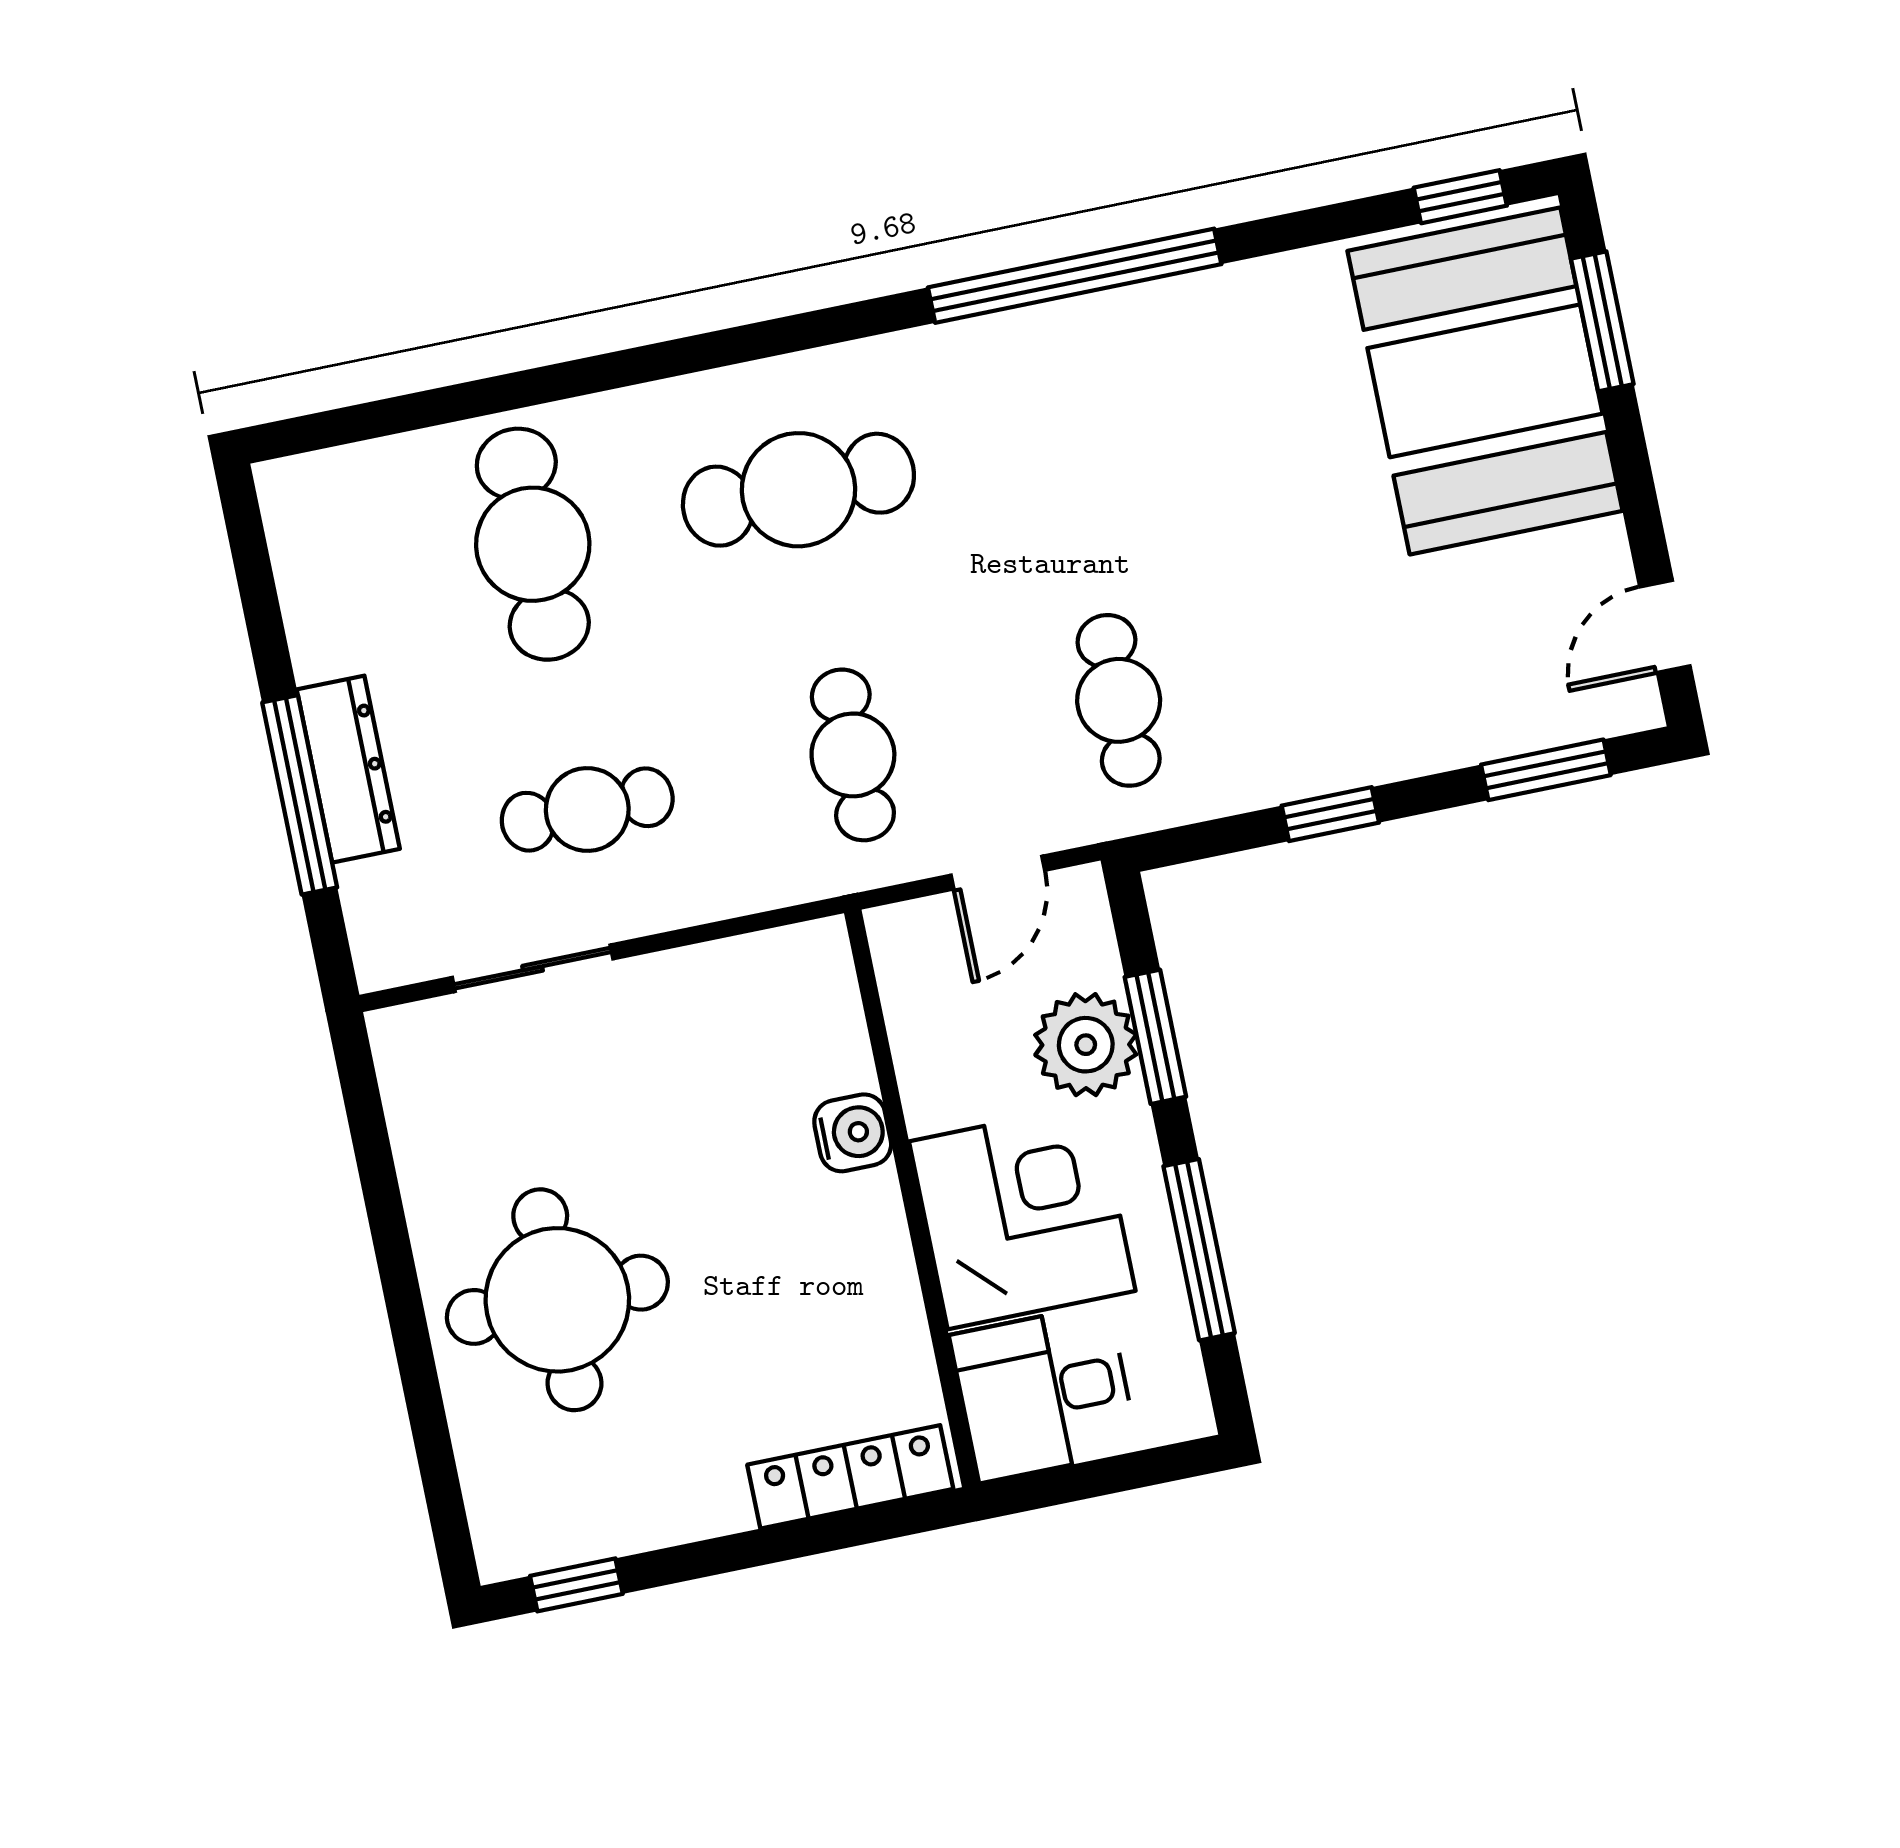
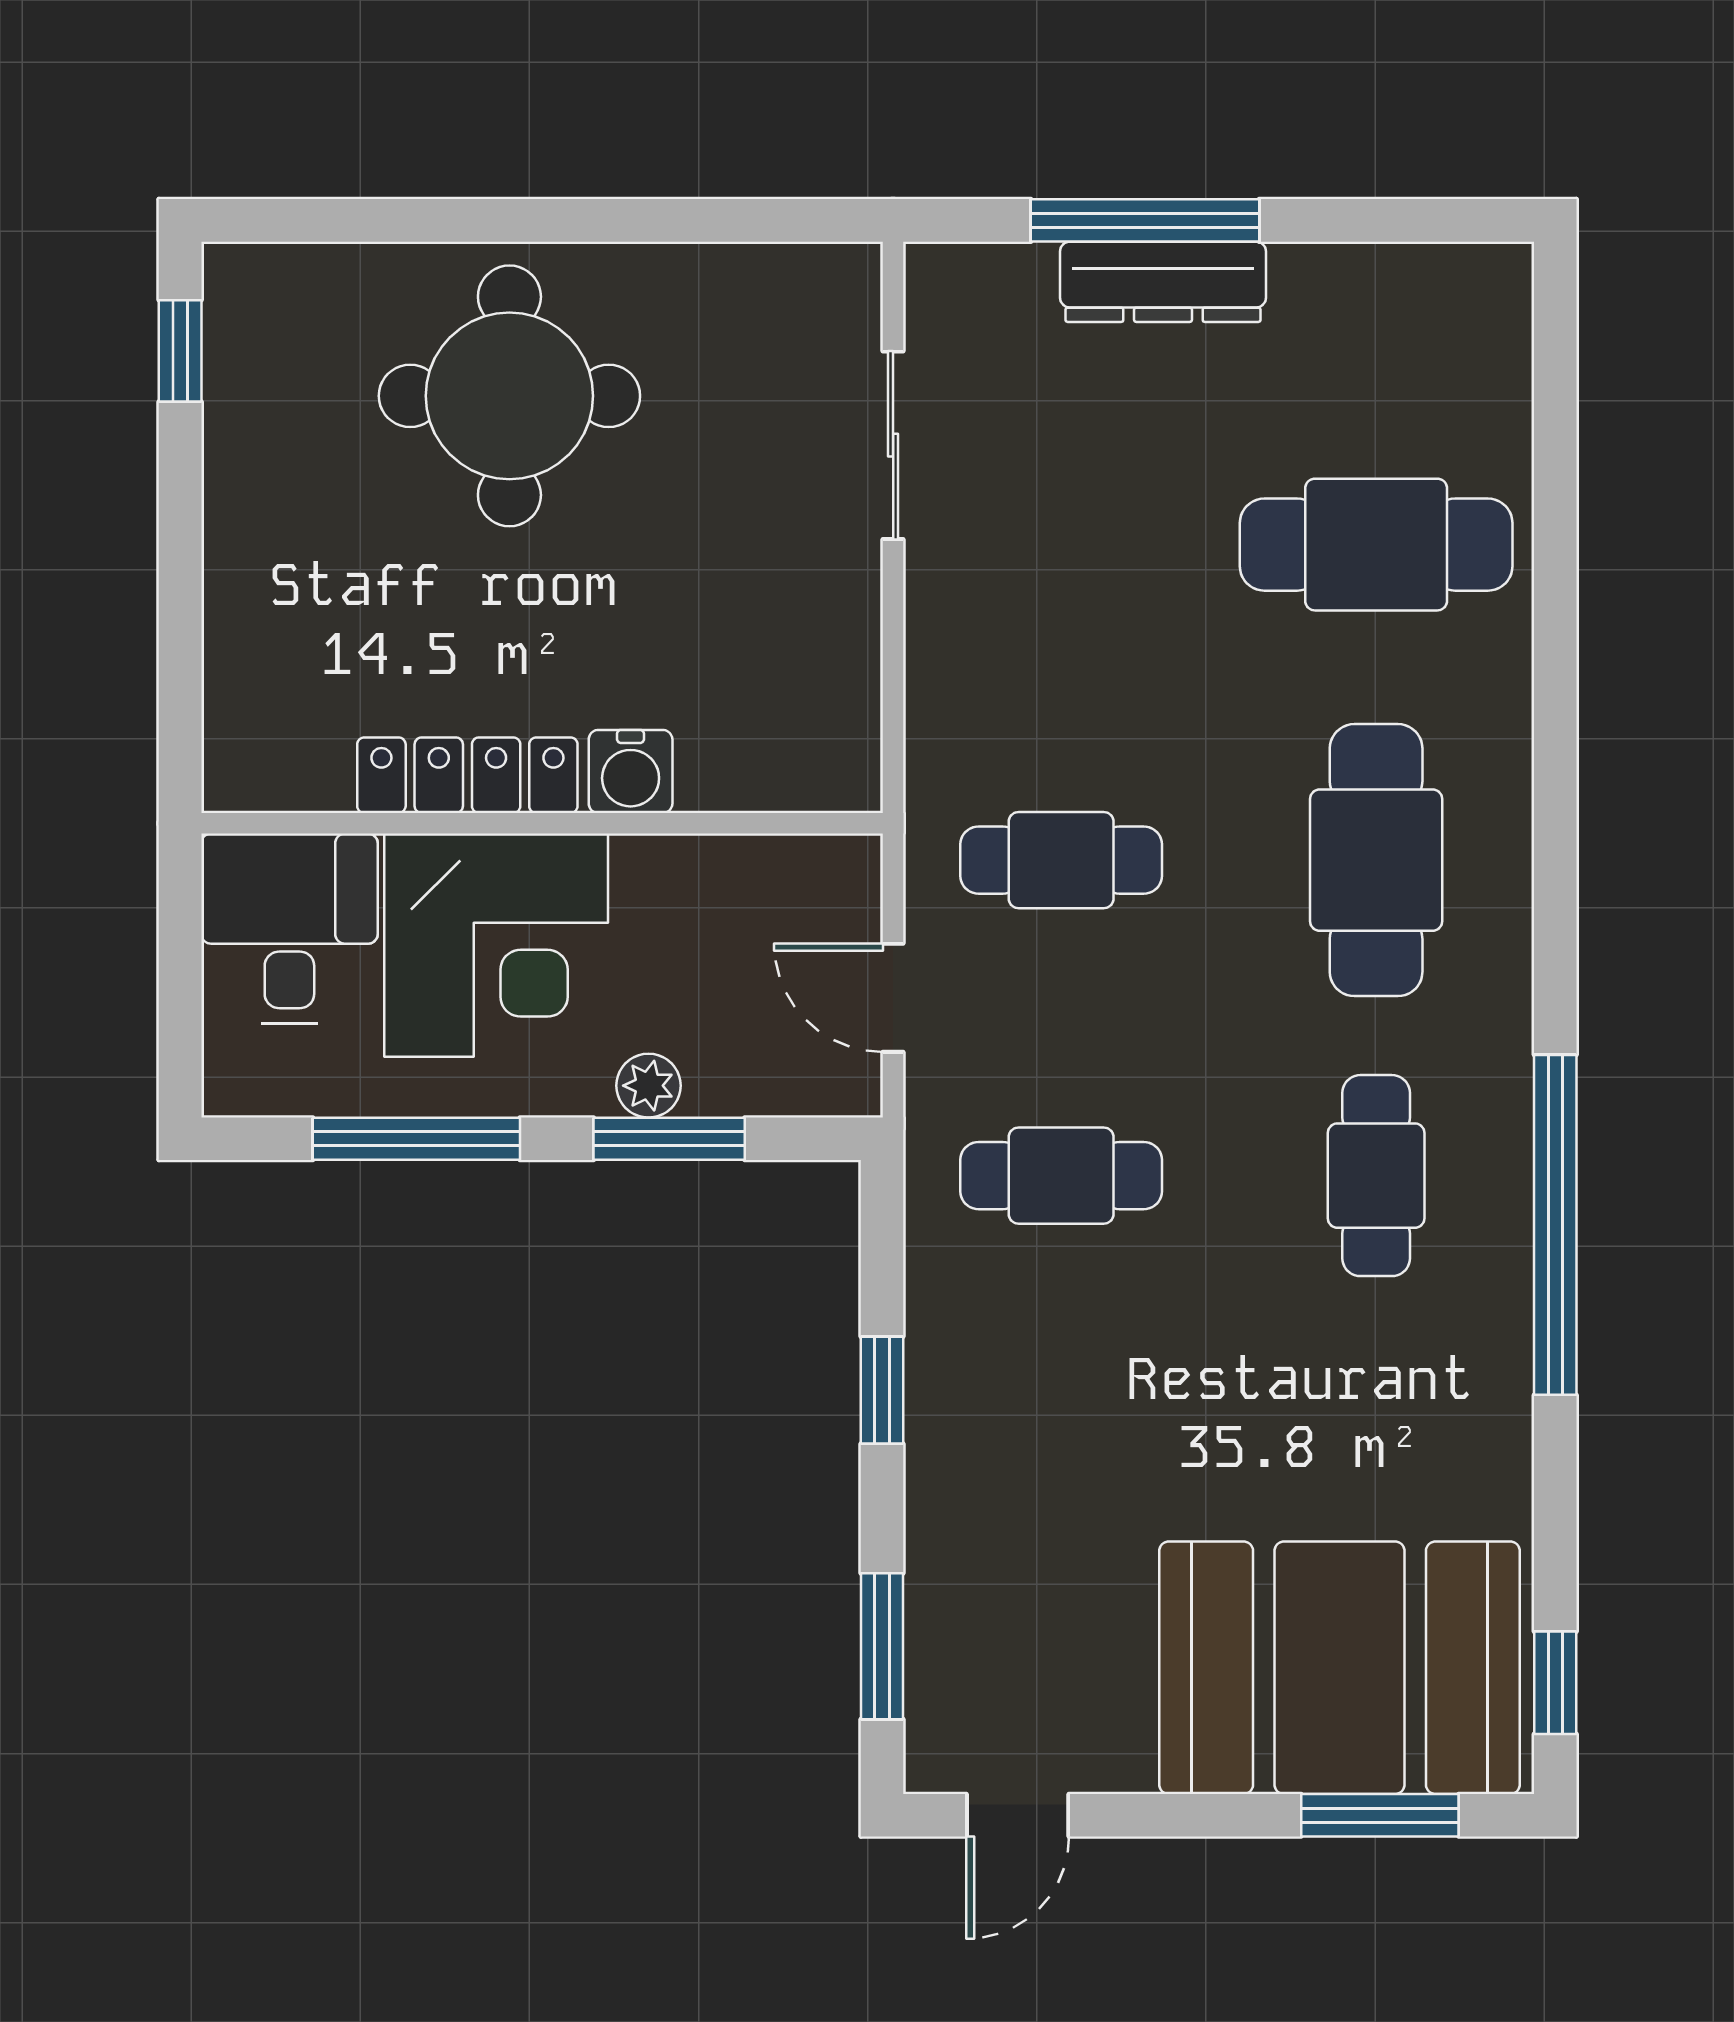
door: (1665, 626) -> (1018, 1815), swing flipped
cafe table: (587, 809) -> (1376, 1176), moved
plant: (1086, 1045) -> (649, 1086), width x0.53, depth x0.53
locker: (850, 1477) -> (467, 775), moved, turned -90

